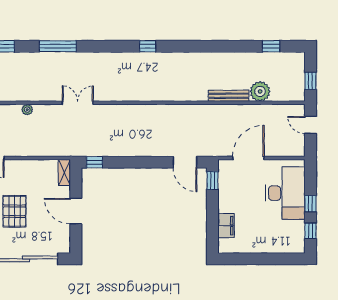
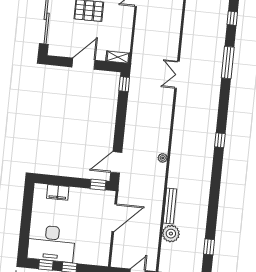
double door: (78, 103) -> (177, 75), swing flipped
plant: (27, 110) -> (163, 158), moved
door: (248, 158) -> (114, 218), hinge flipped
desk: (285, 193) -> (51, 243), moved

